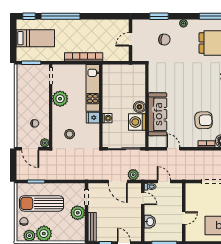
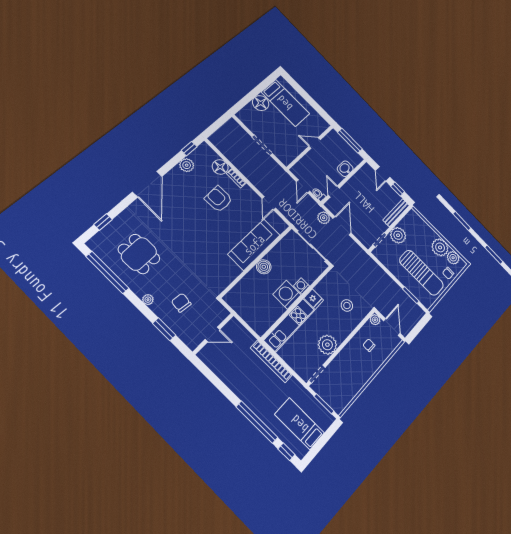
washing machine: (137, 122) -> (287, 295), moved, turned 180

